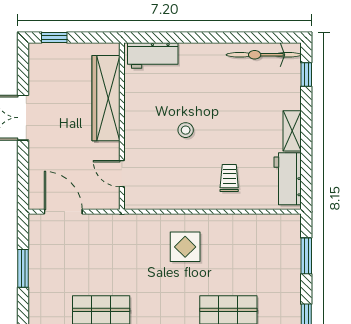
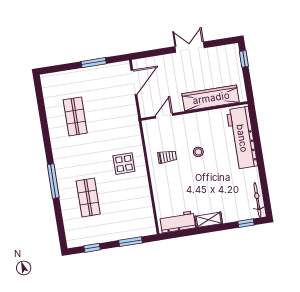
bicycle: (264, 55) -> (257, 200), width x0.73, depth x0.71
workbench: (153, 56) -> (242, 138), width x1.87, depth x1.32
trolley: (229, 178) -> (167, 157), moved

